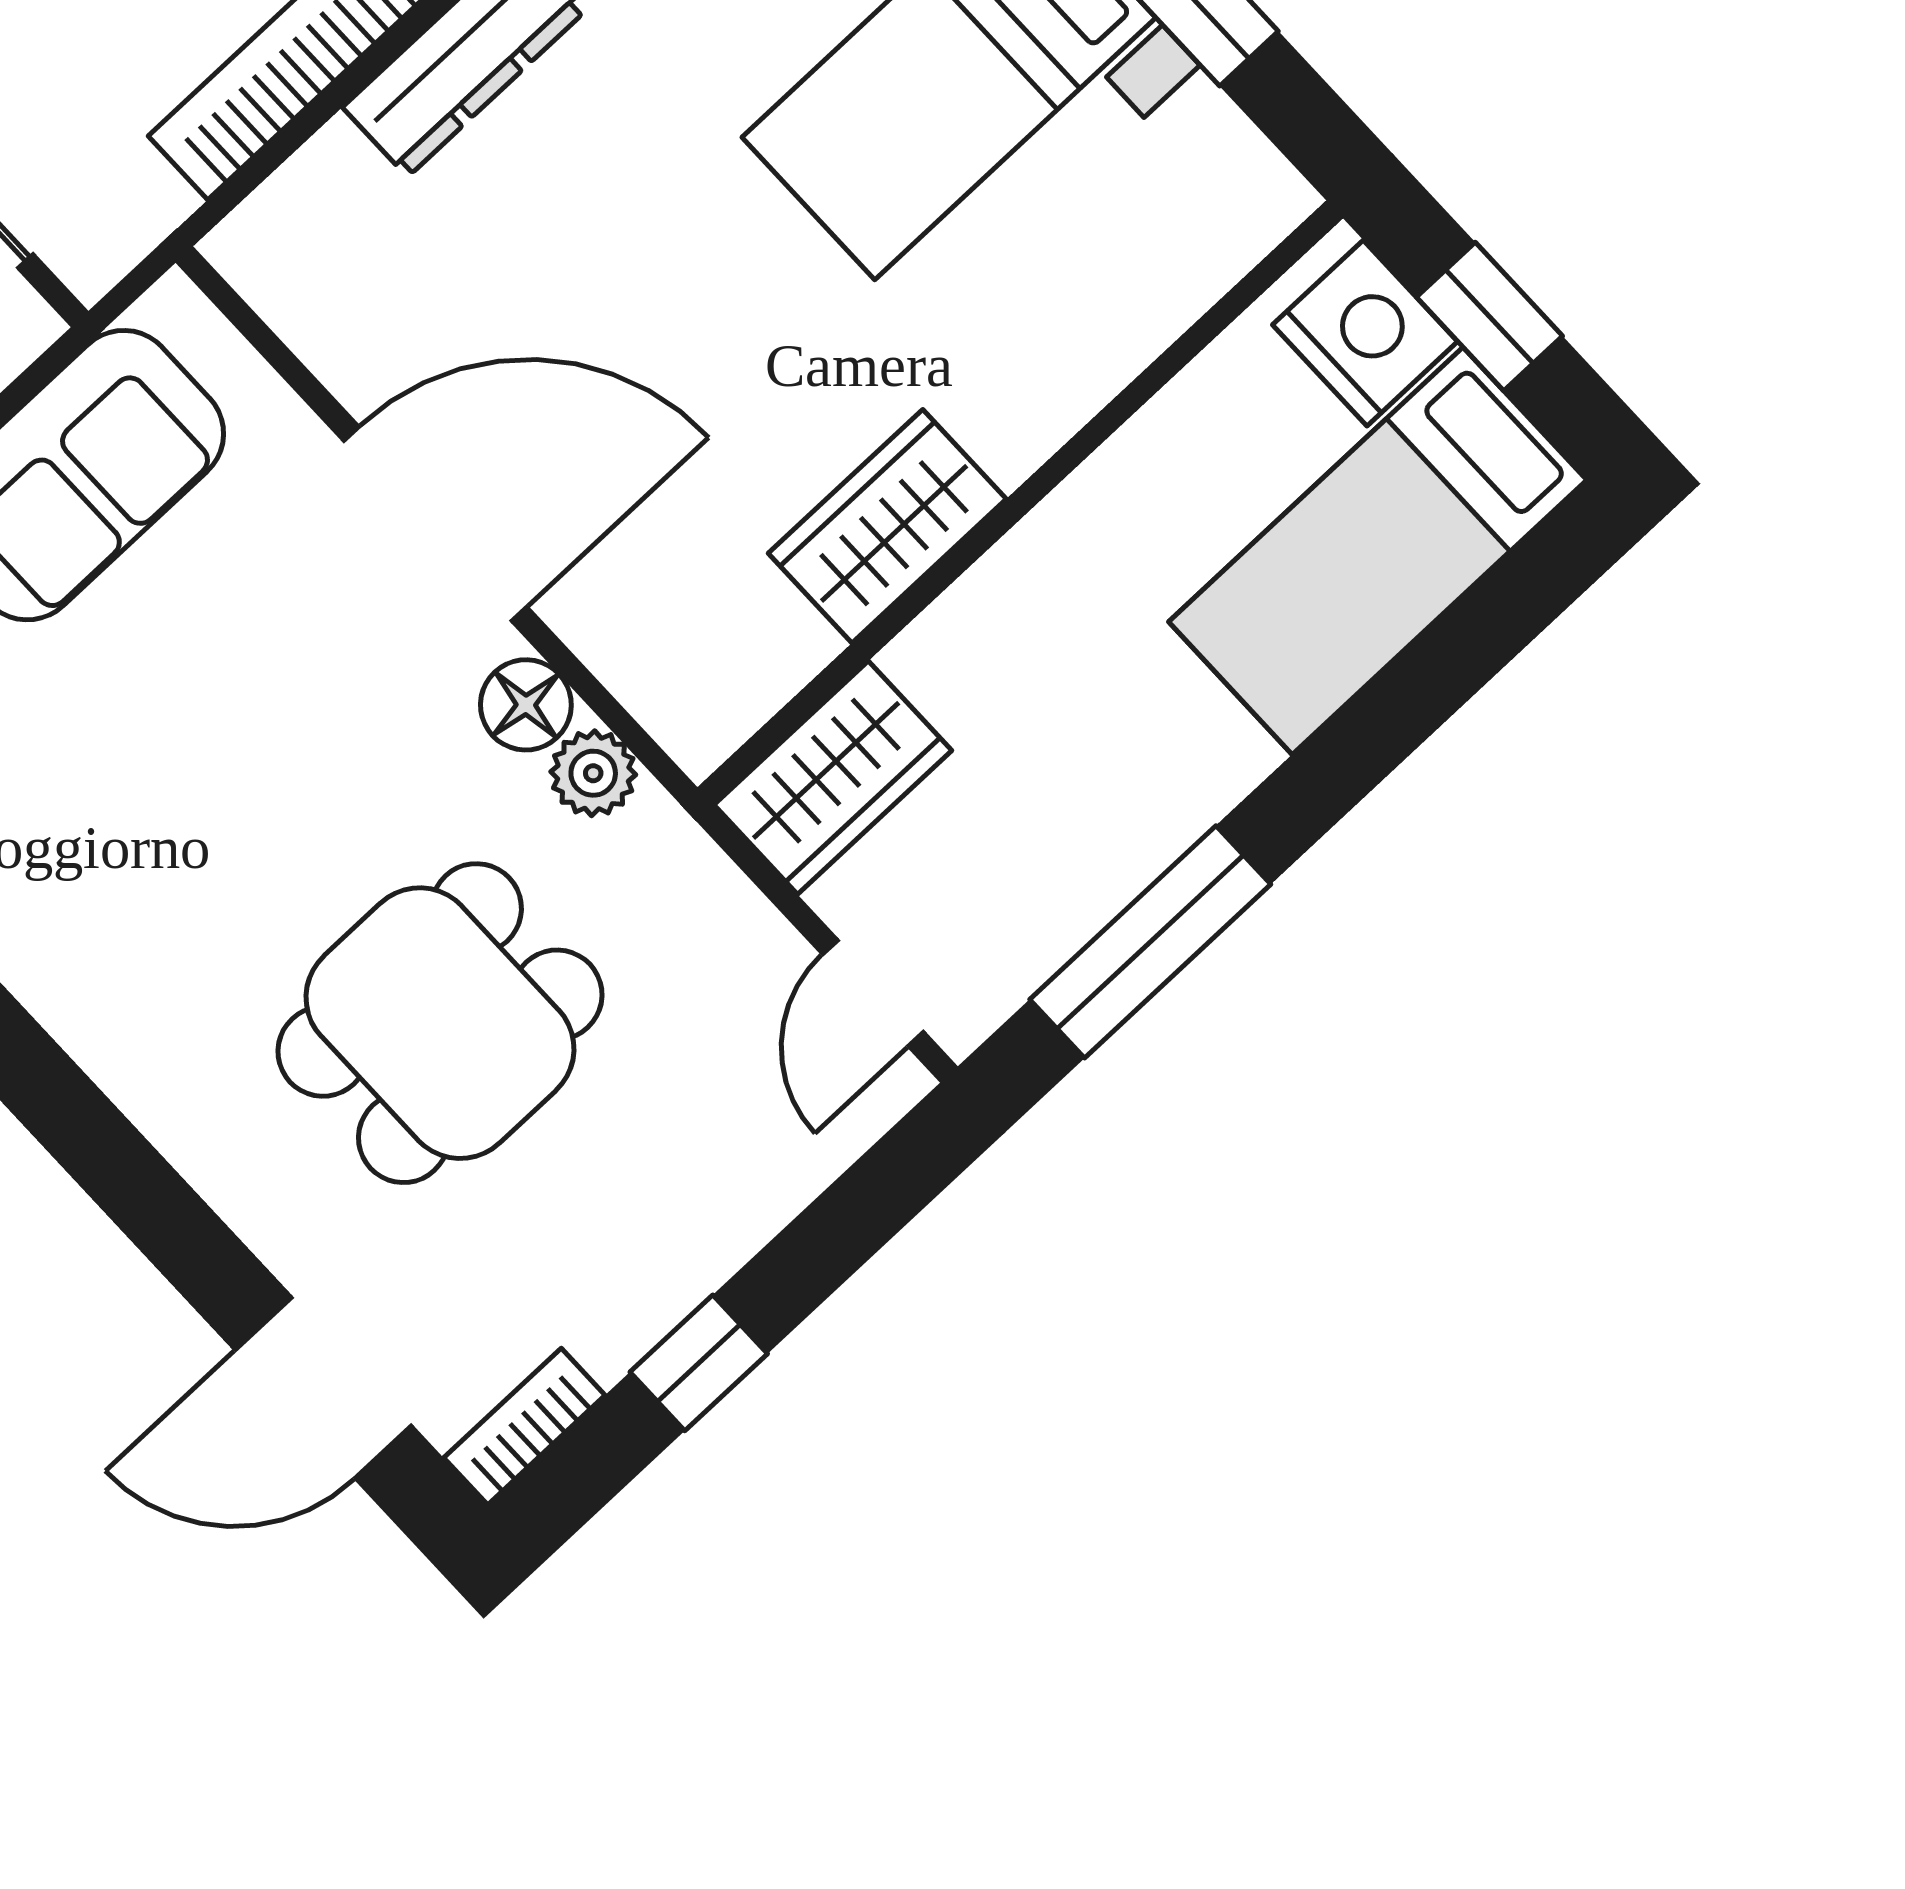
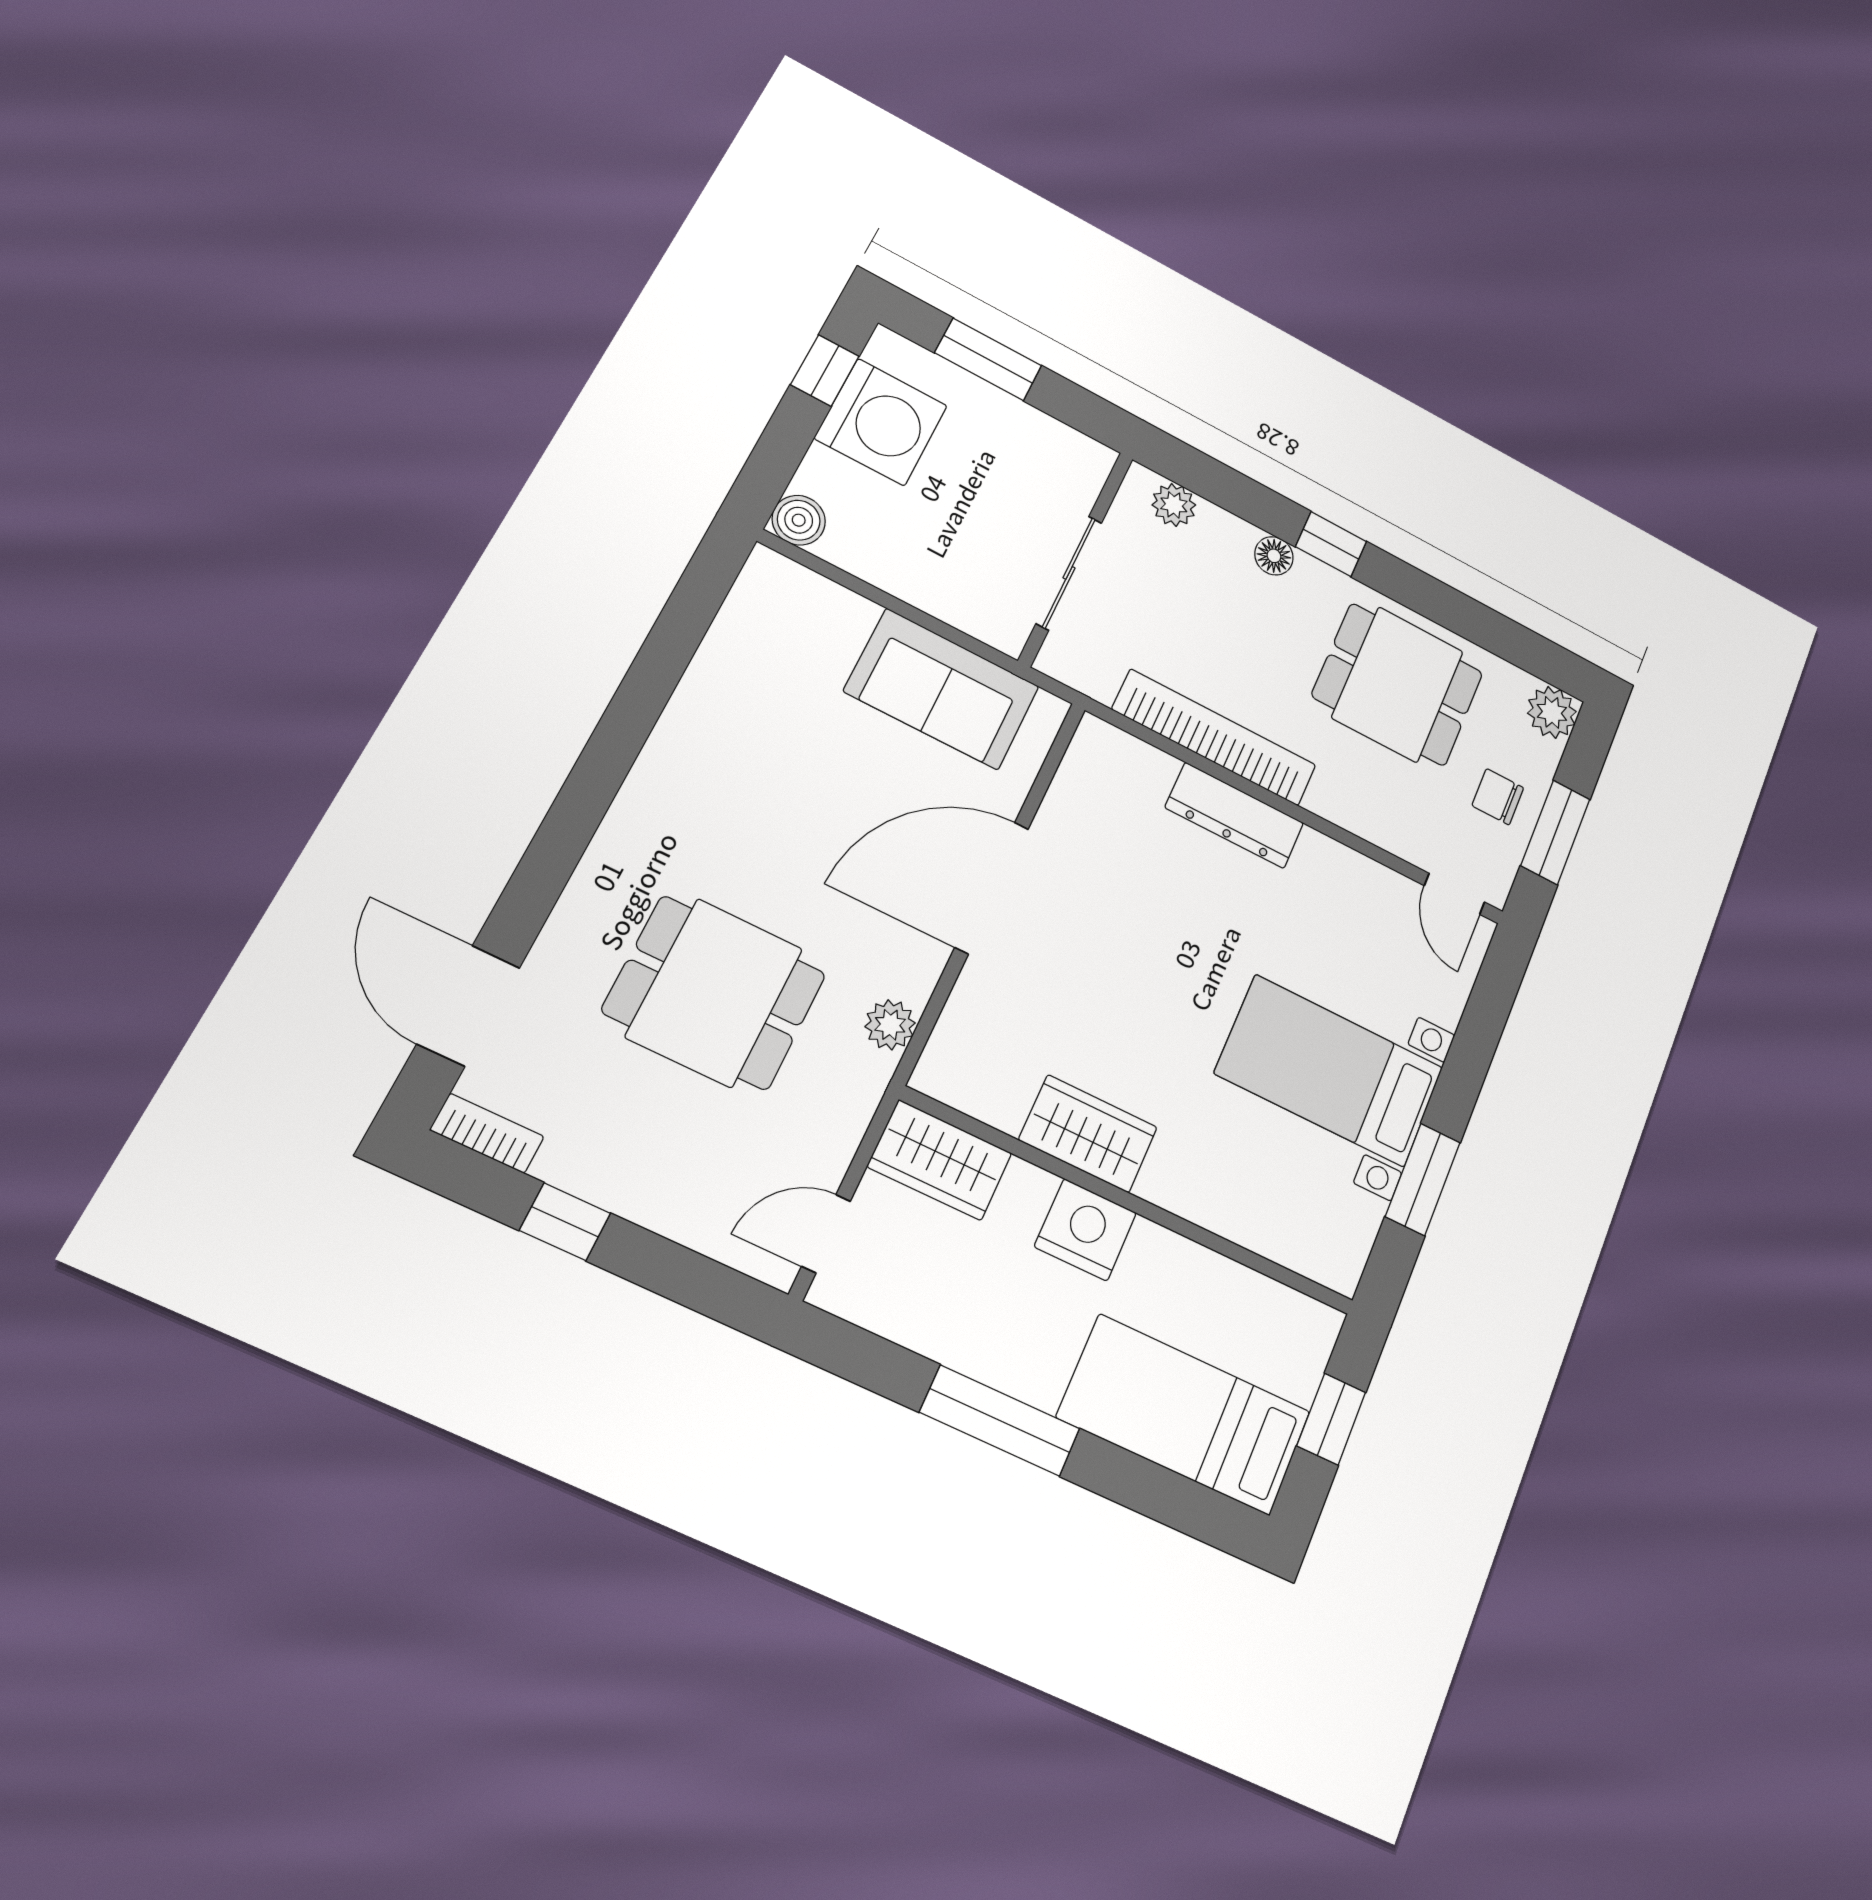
nightstand: (1365, 333) -> (1085, 1230), moved, turned -90
door: (435, 524) -> (992, 888), swing flipped
floor lamp: (526, 705) -> (913, 973), removed
window: (1150, 942) -> (1000, 1421), moved

